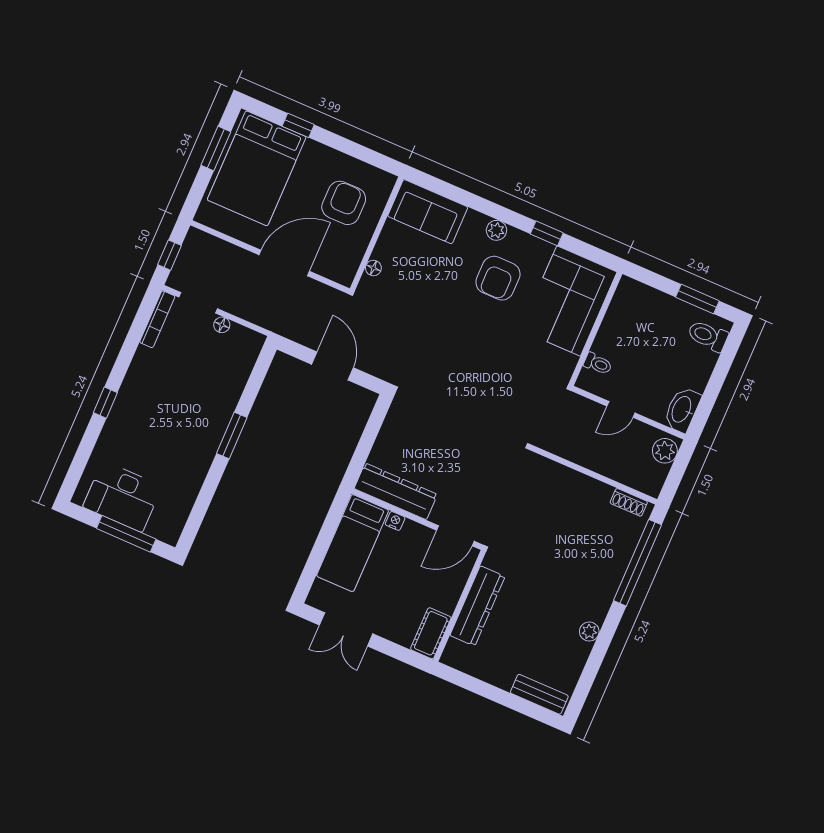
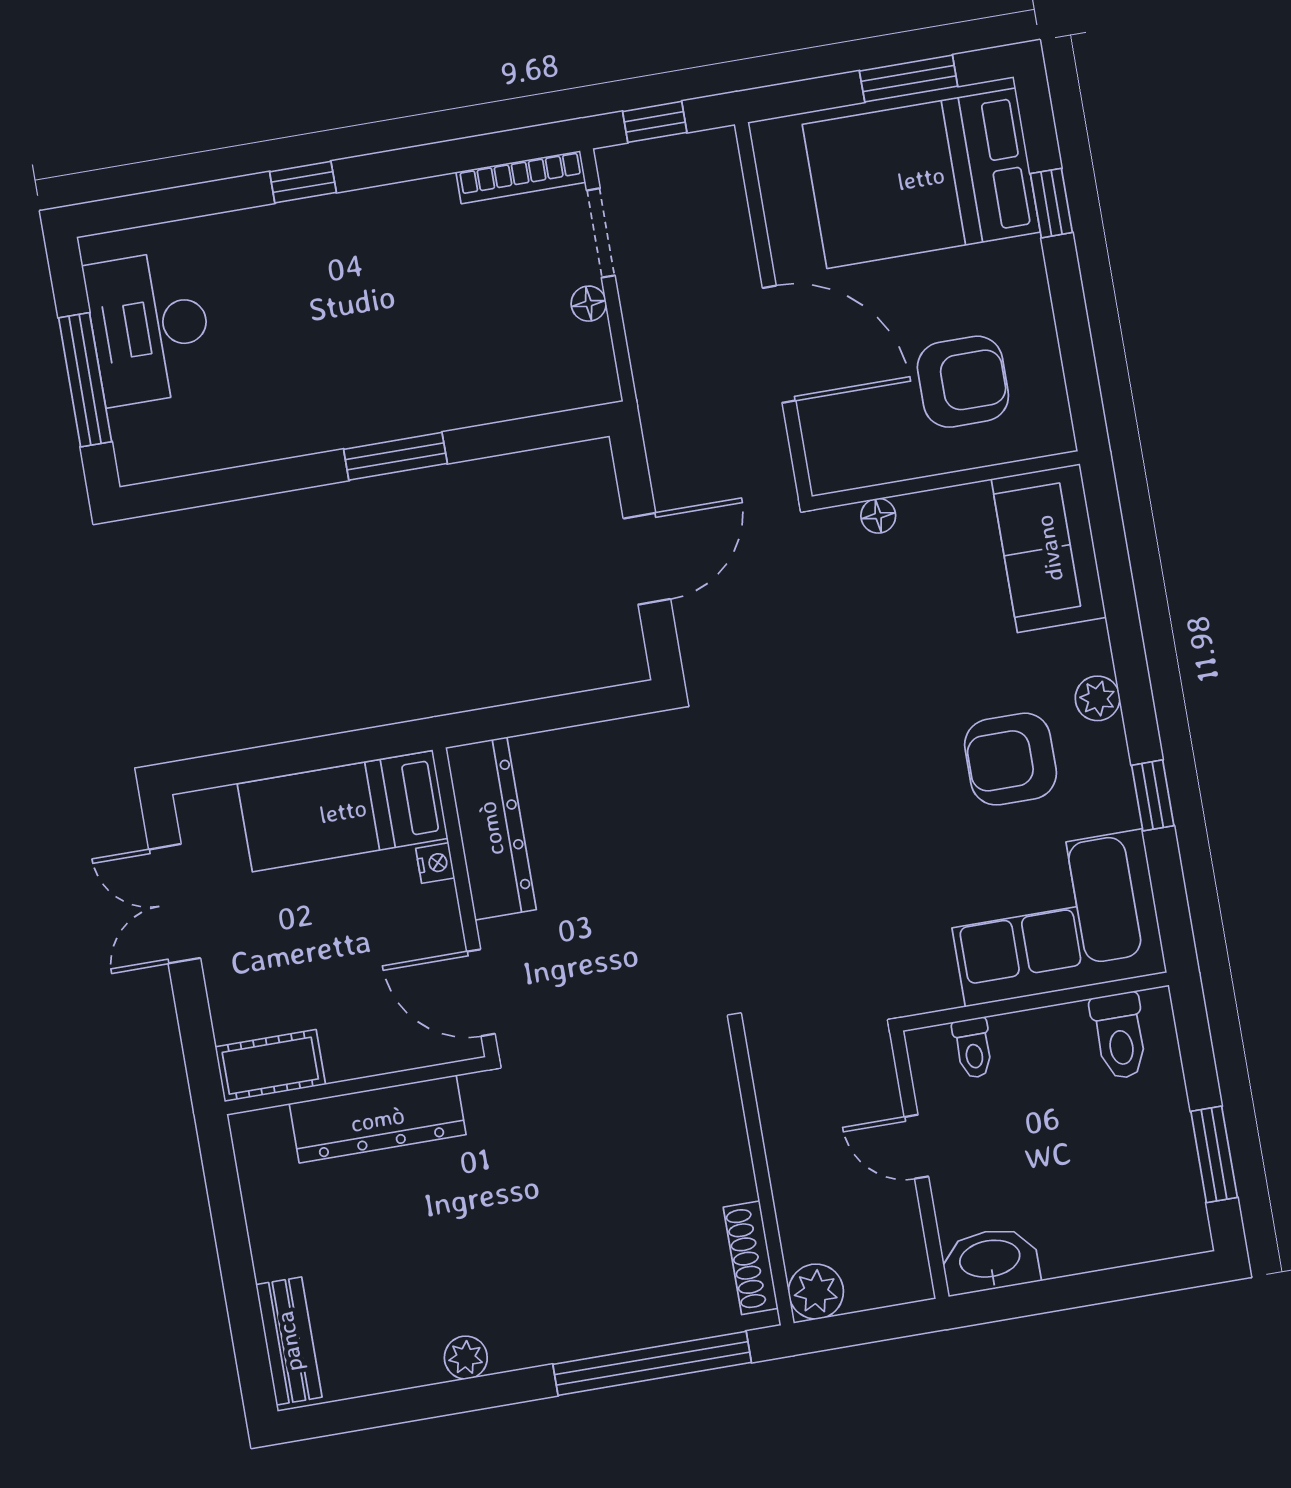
toilet: (708, 336) -> (1120, 1036), moved, turned 180
plant: (665, 451) -> (816, 1292), moved
shoe rack: (629, 502) -> (751, 1258), width x1.43

